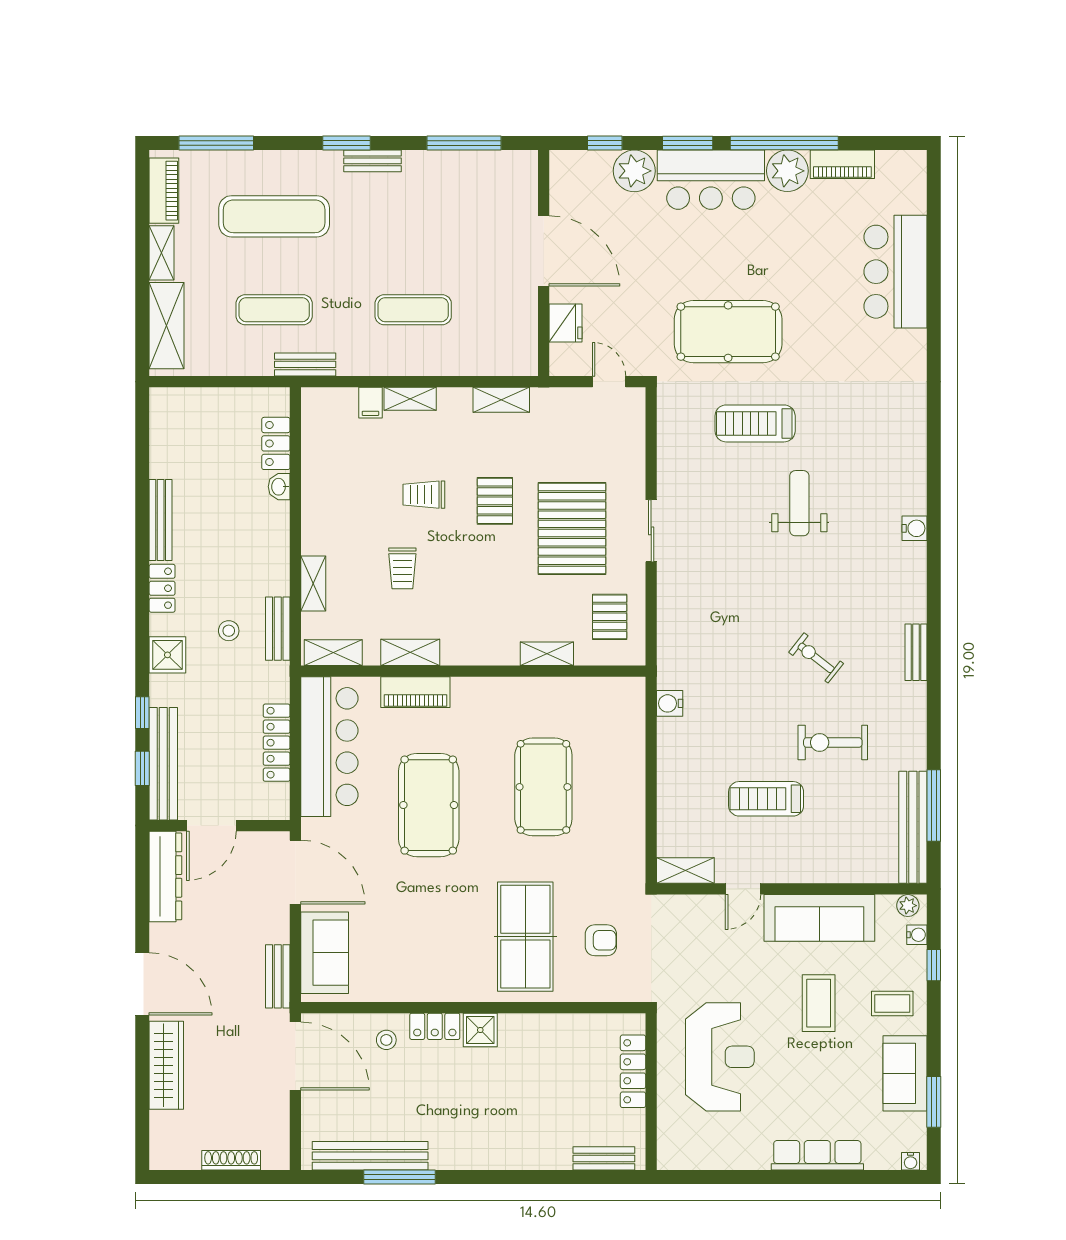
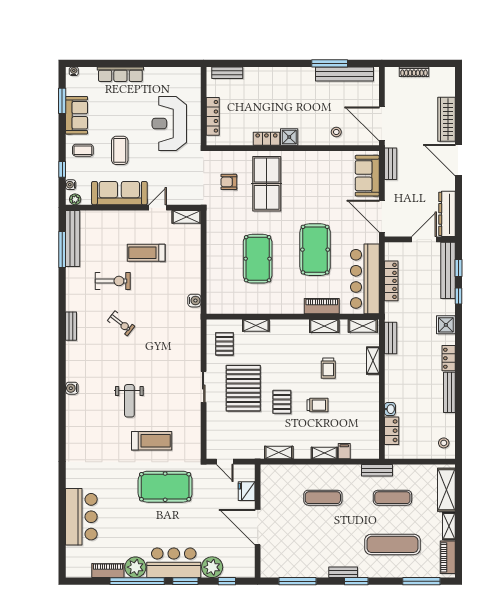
trolley: (402, 568) -> (328, 368), turned 180
stool: (229, 631) -> (444, 443), moved
treadmill: (766, 799) -> (146, 253), turned 180
locker: (435, 1026) -> (266, 139), moved

